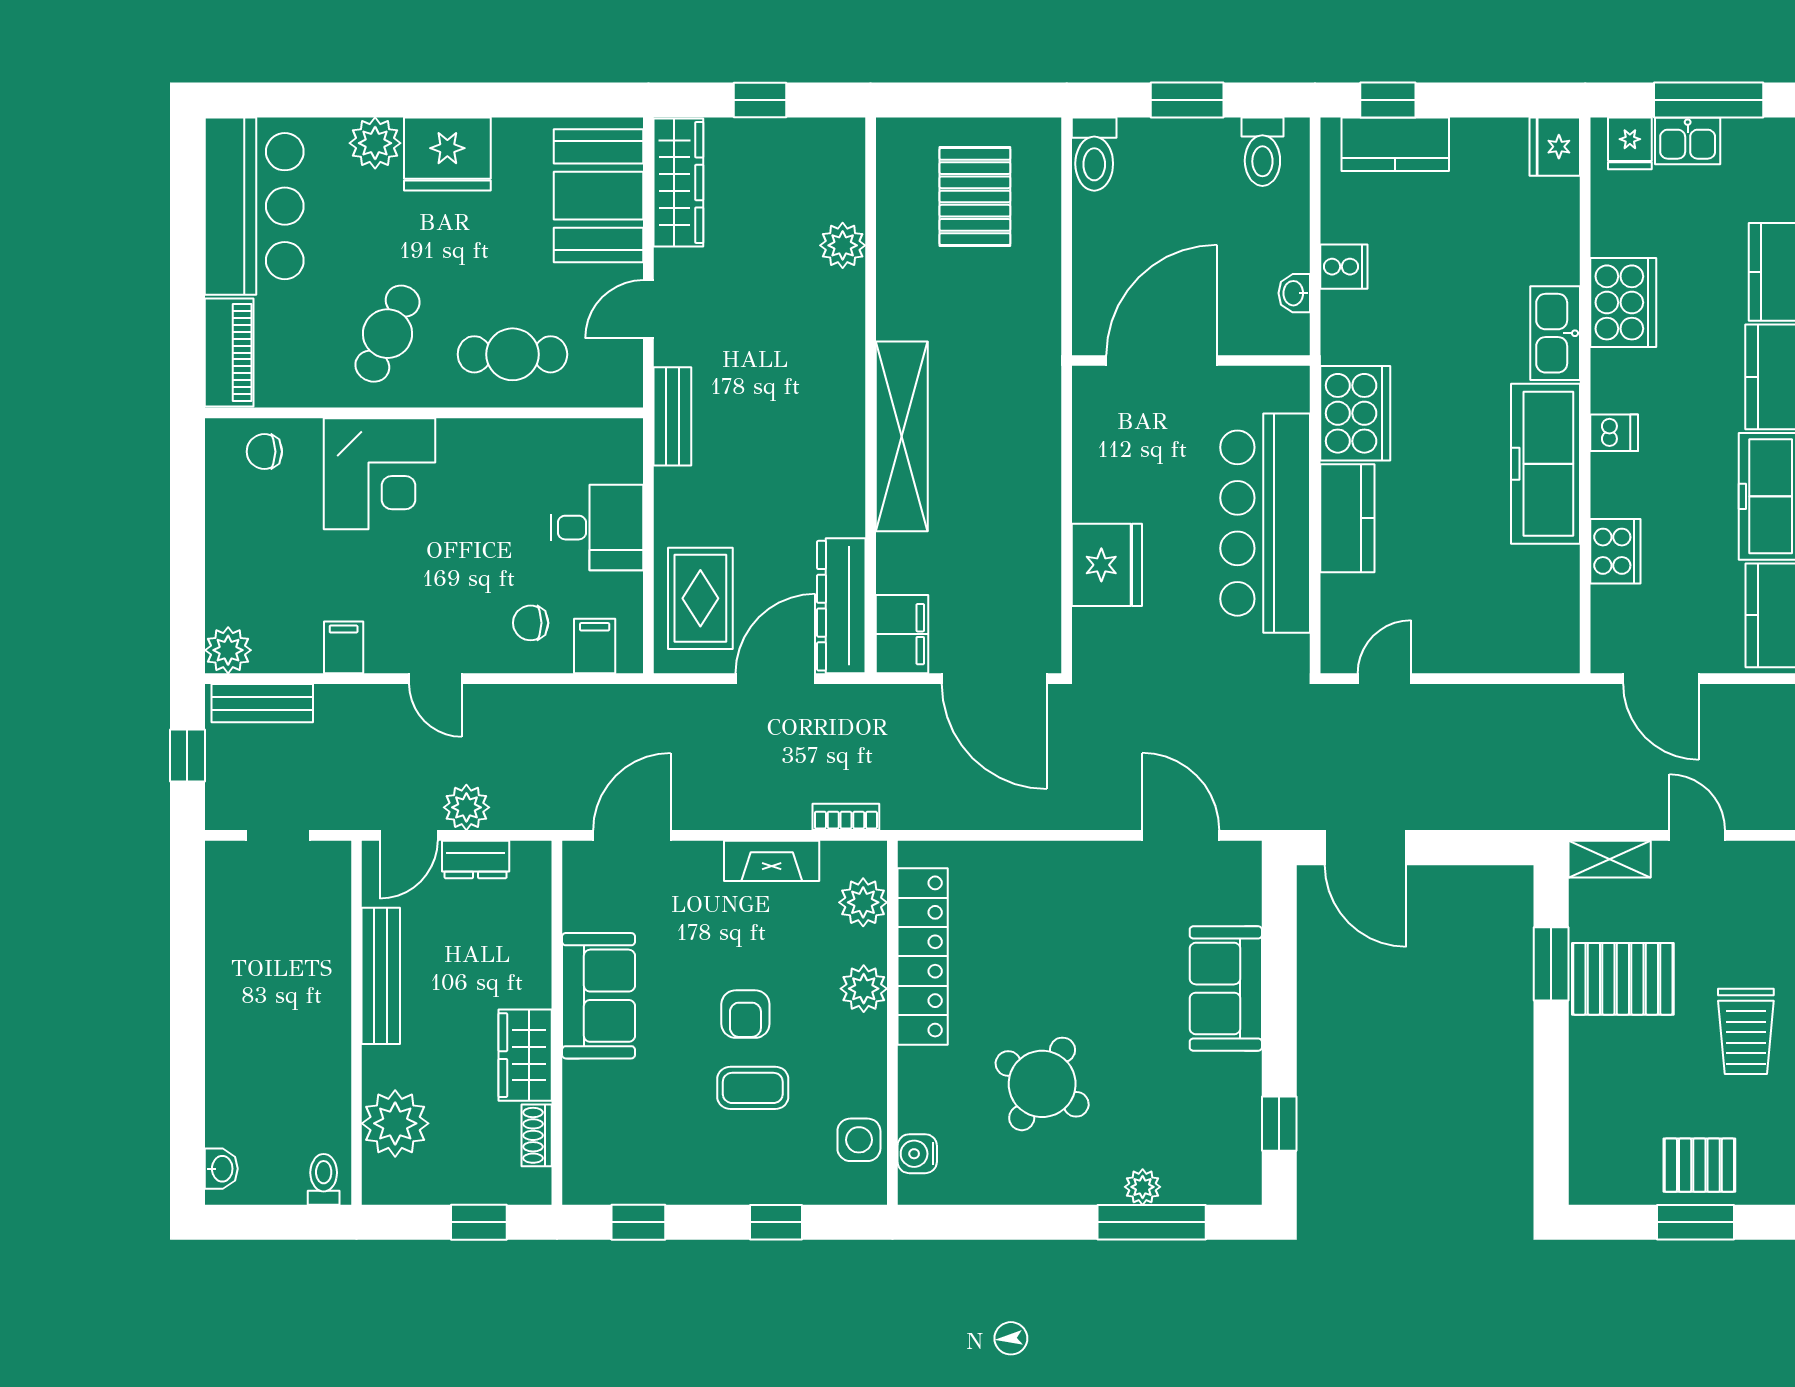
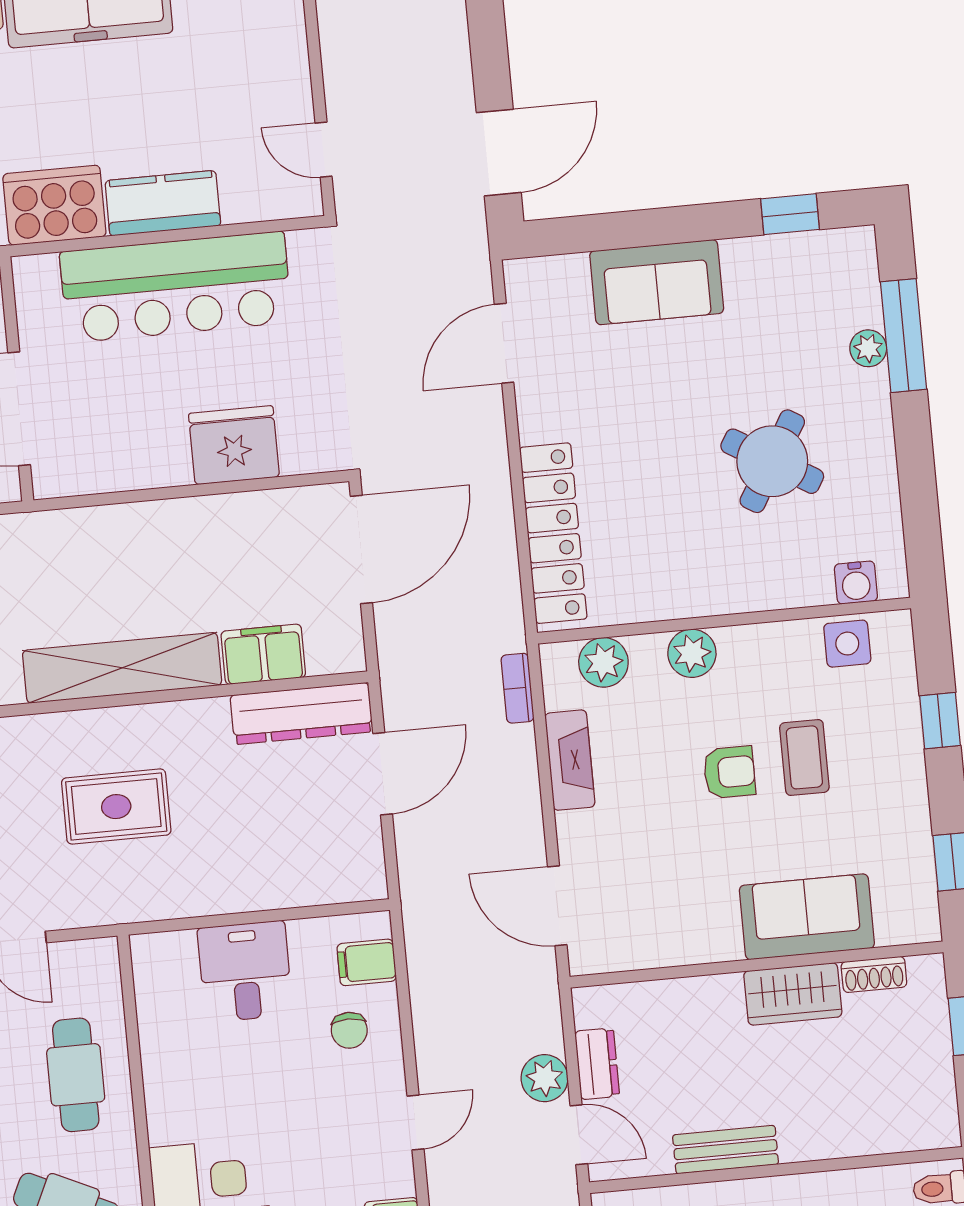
bench: (672, 416) -> (124, 905), removed
rug: (700, 598) -> (116, 807), moved
filing cabinet: (902, 634) -> (263, 654), moved
door: (776, 679) -> (383, 774), swing flipped
locker: (923, 956) -> (553, 533), moved, turned 90
bench: (381, 976) -> (726, 1150), width x0.73
sofa: (598, 996) -> (807, 917), moved
plant: (395, 1123) -> (875, 1121), removed

